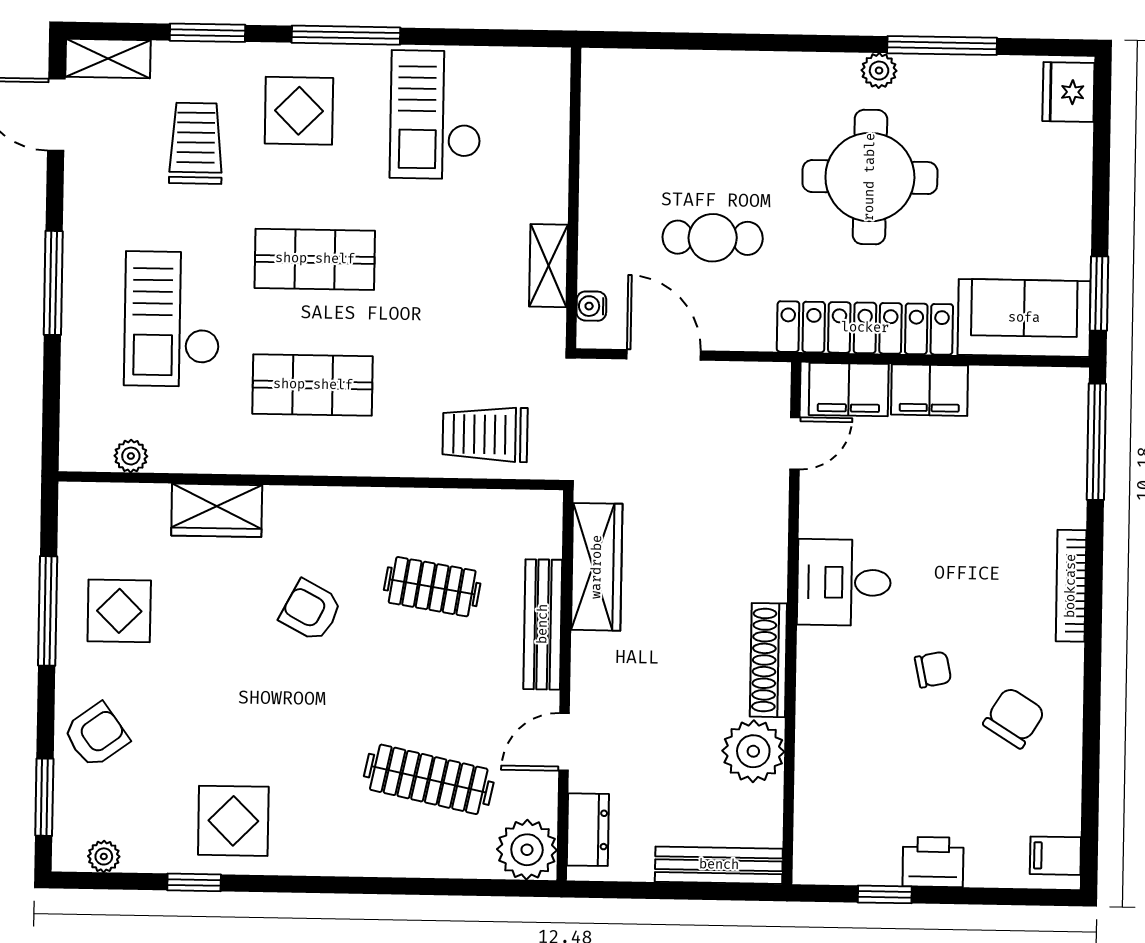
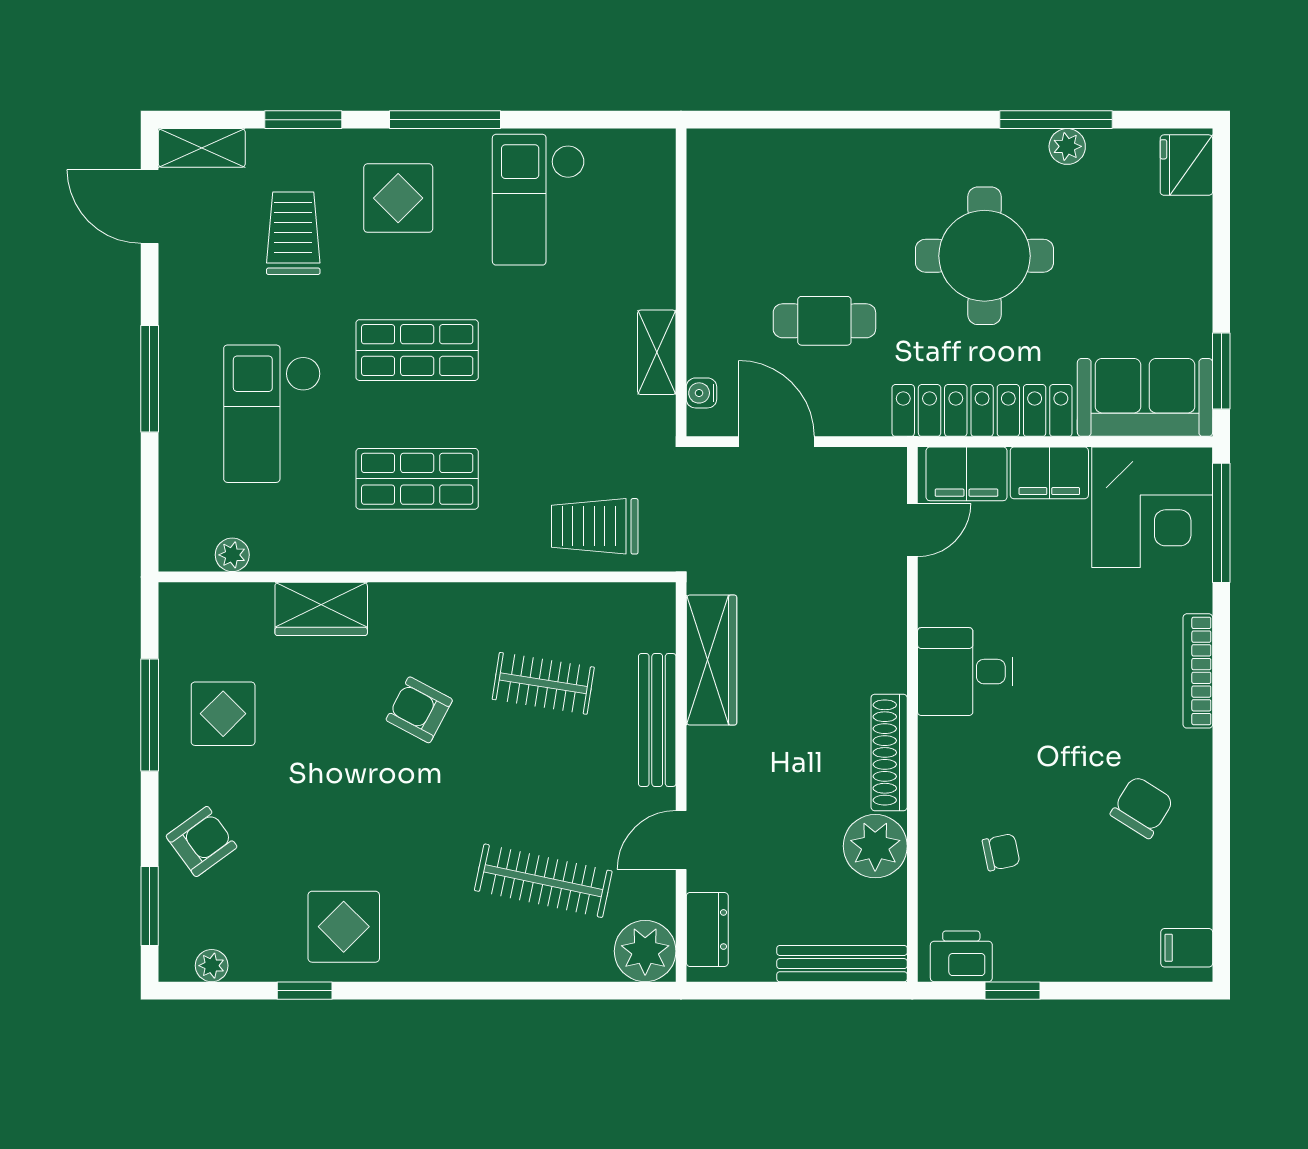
plant: (879, 71) -> (1067, 146), moved
corner desk: (1029, 425) -> (1152, 507), added
chair: (933, 670) -> (1001, 852), moved
printer: (933, 862) -> (961, 956), moved

